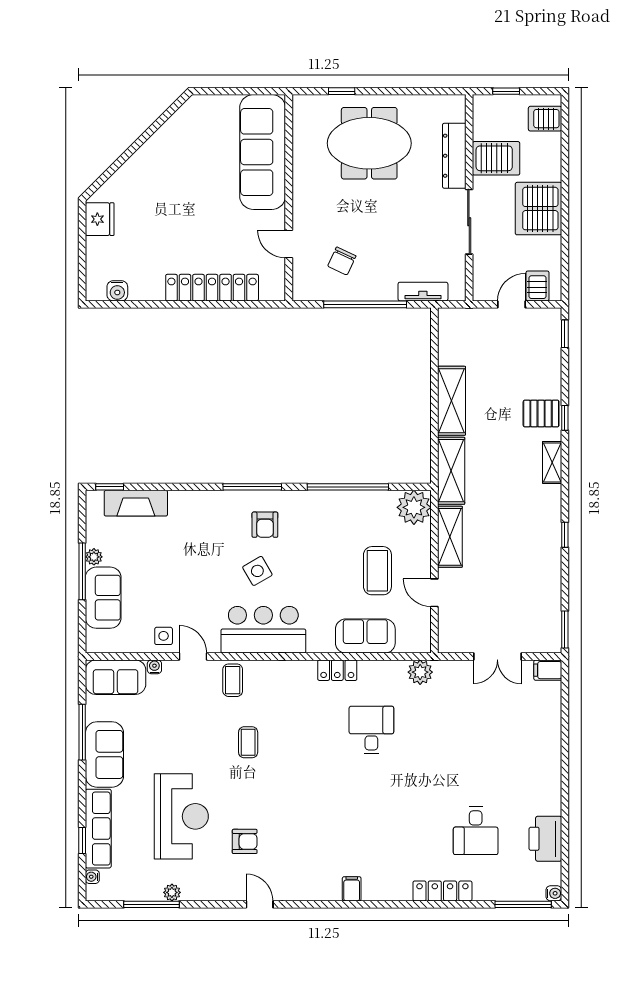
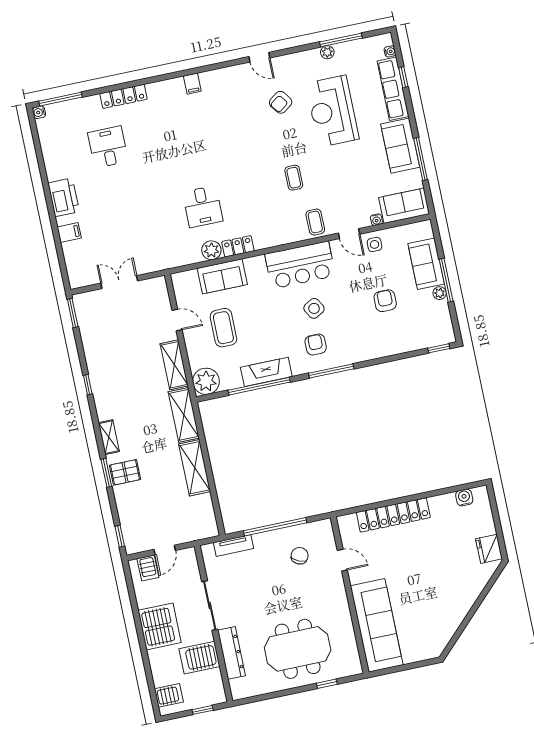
window: (565, 418) -> (106, 473), width x1.50
fireplace: (136, 503) -> (266, 372), moved
armchair: (165, 562) -> (385, 301), added
filing cabinet: (548, 670) -> (69, 233), moved
plant: (420, 672) -> (211, 250), moved
printer: (545, 839) -> (64, 197), moved
armchair: (245, 841) -> (281, 102), turned -36

